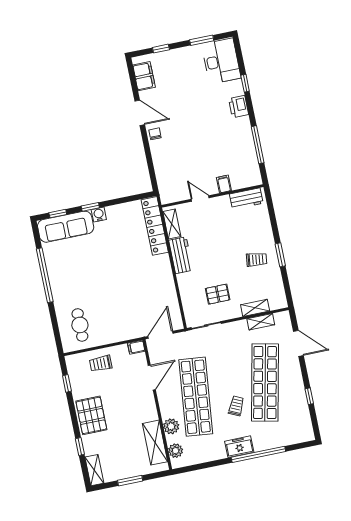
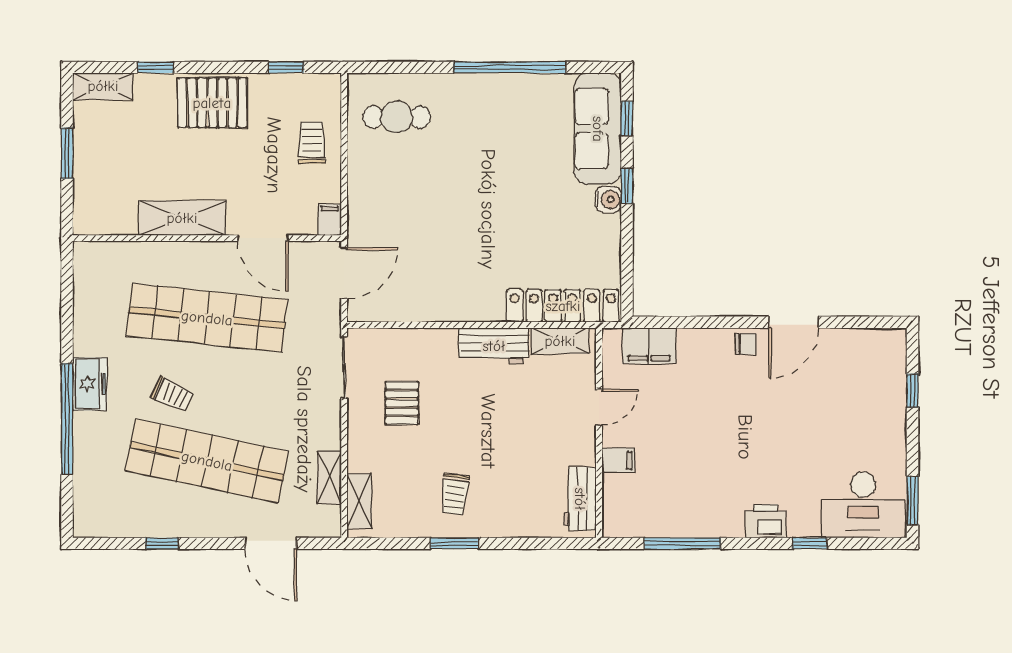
window: (202, 40) -> (913, 501), moved
filing cabinet: (144, 76) -> (649, 346), moved
shelving: (255, 308) -> (359, 501), moved
door: (161, 335) -> (344, 273), hinge flipped
door: (298, 343) -> (271, 543), hinge flipped
plant: (171, 426) -> (158, 257), removed
shelving: (155, 443) -> (182, 218), moved
plant: (176, 451) -> (108, 256), removed

